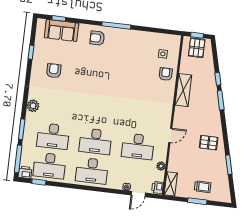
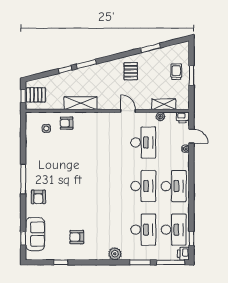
shelving: (171, 184) -> (164, 104), moved

